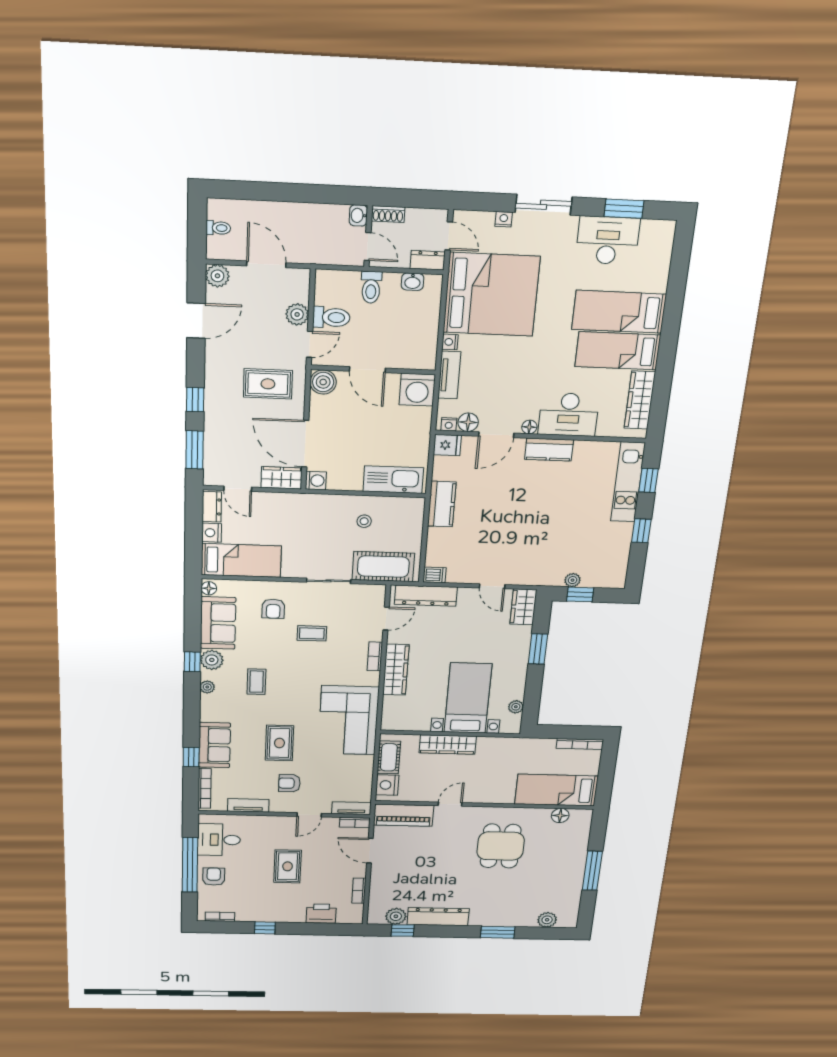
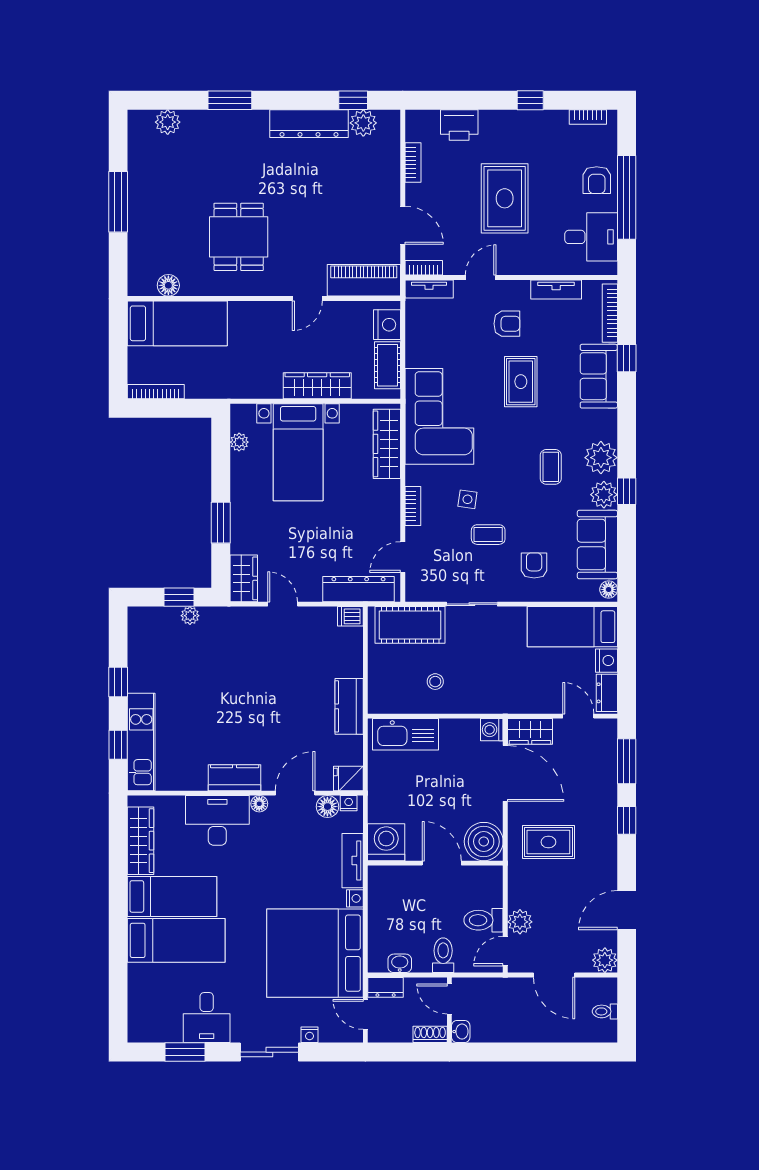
desk: (608, 240) -> (207, 1018), width x0.73
door: (310, 344) -> (505, 951), moved
boiler: (323, 382) -> (484, 842), width x1.37, depth x1.37
side table: (328, 660) -> (467, 499), added
wardrobe: (396, 670) -> (387, 444), moved
plant: (207, 687) -> (601, 458), width x1.88, depth x1.88
rug: (288, 866) -> (505, 198), width x1.36, depth x1.43

